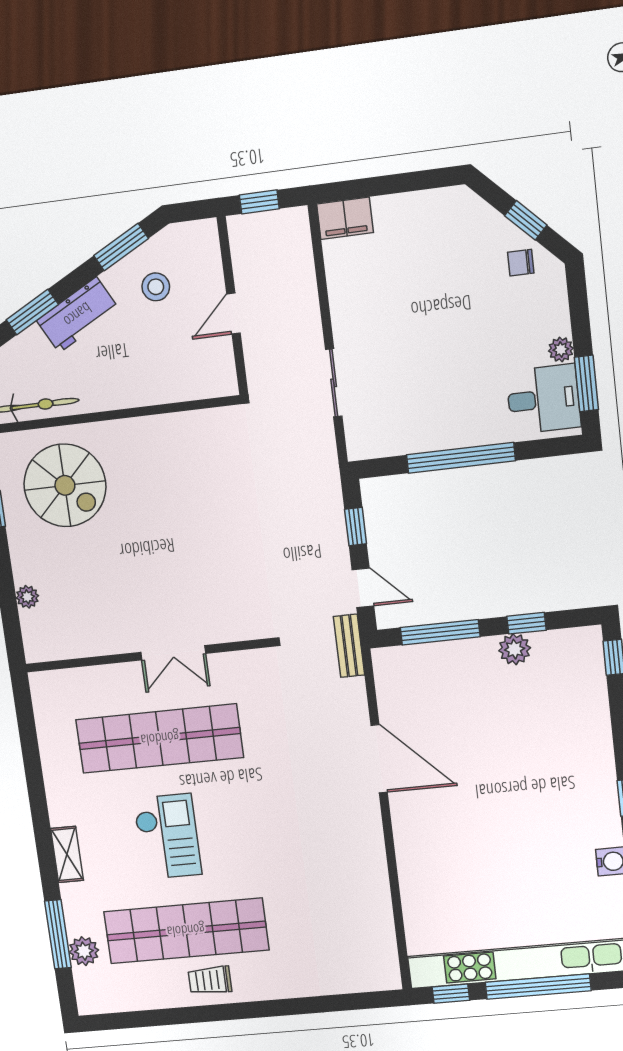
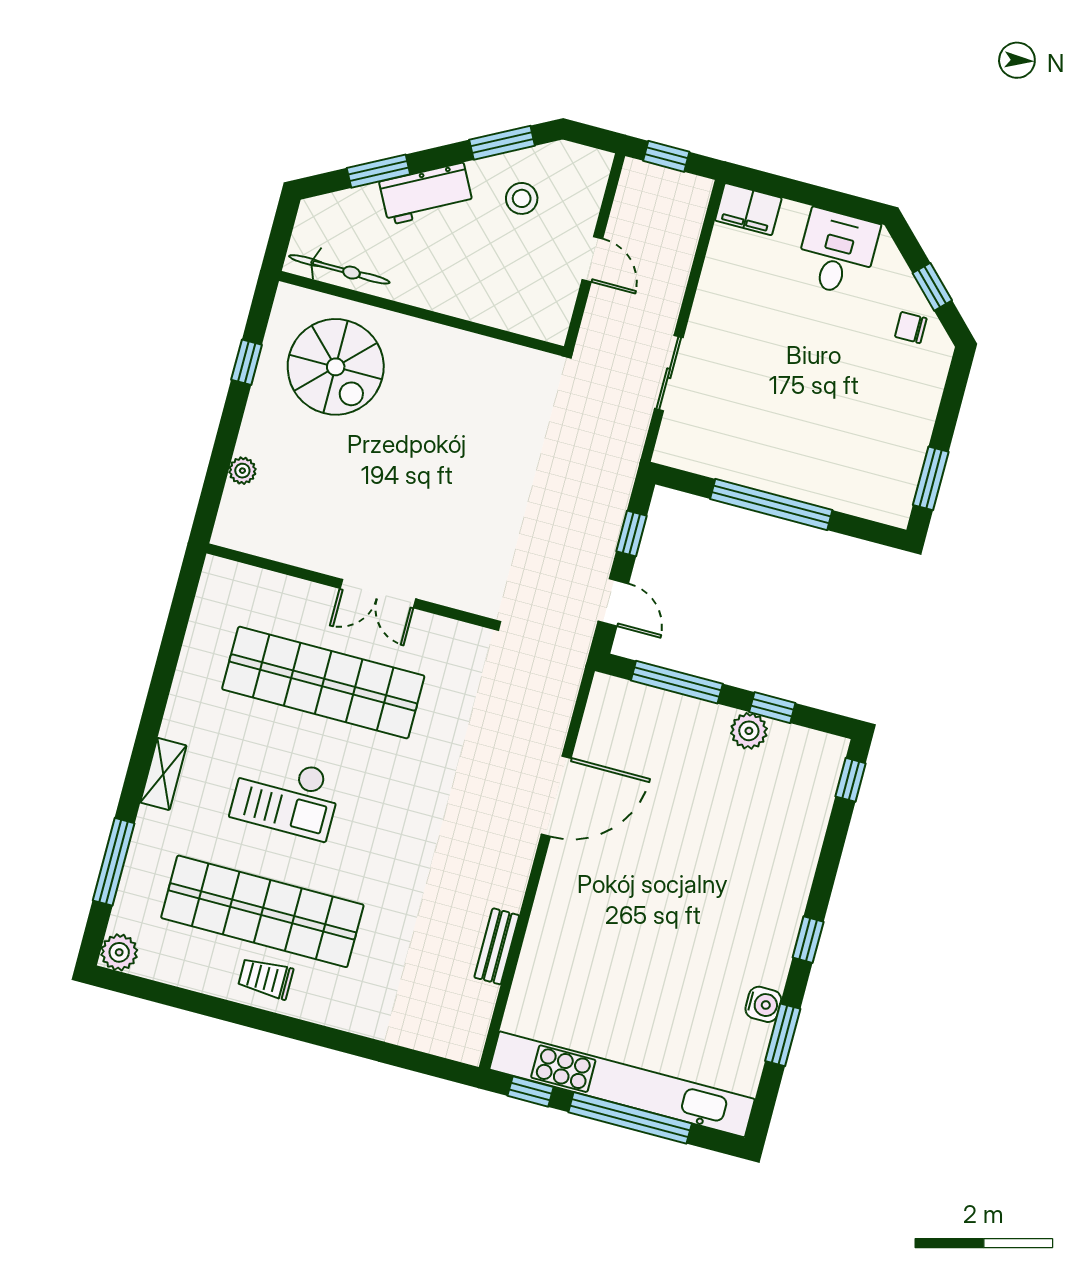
door: (233, 314) -> (592, 259), swing flipped
plant: (561, 350) -> (918, 433), removed
desk: (543, 399) -> (837, 252), moved, turned -90
bench: (349, 646) -> (497, 946), moved
door: (379, 759) -> (556, 796), hinge flipped
checkout: (167, 837) -> (286, 796), turned 90
plant: (84, 951) -> (119, 952), moved

